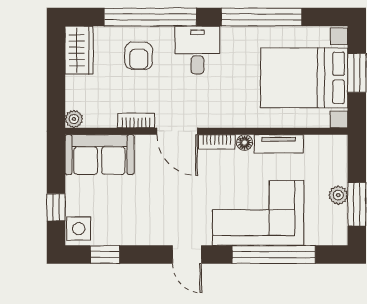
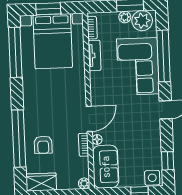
window: (262, 17) -> (15, 52), moved
desk: (197, 50) -> (38, 108), removed
armchair: (139, 56) -> (43, 145), turned 90
bookcase: (217, 142) -> (92, 28), moved
floor lamp: (245, 143) -> (97, 139), moved
plant: (331, 223) -> (142, 21), added

